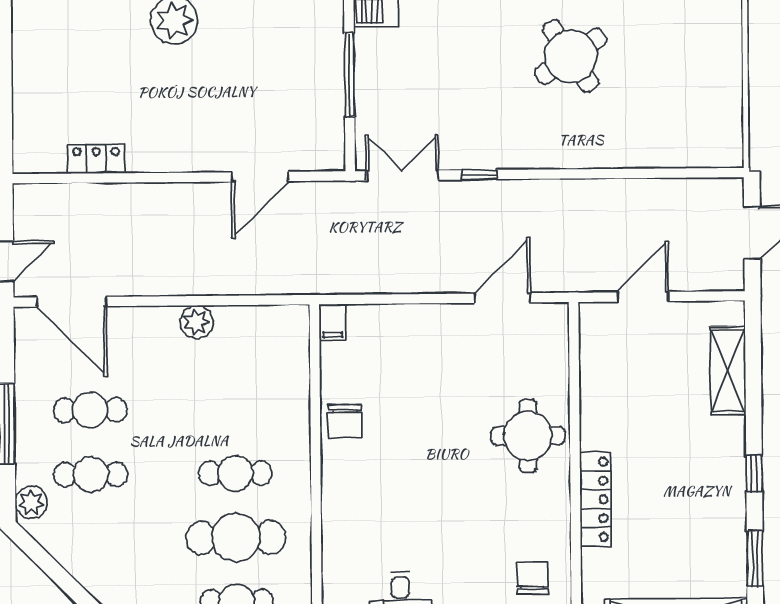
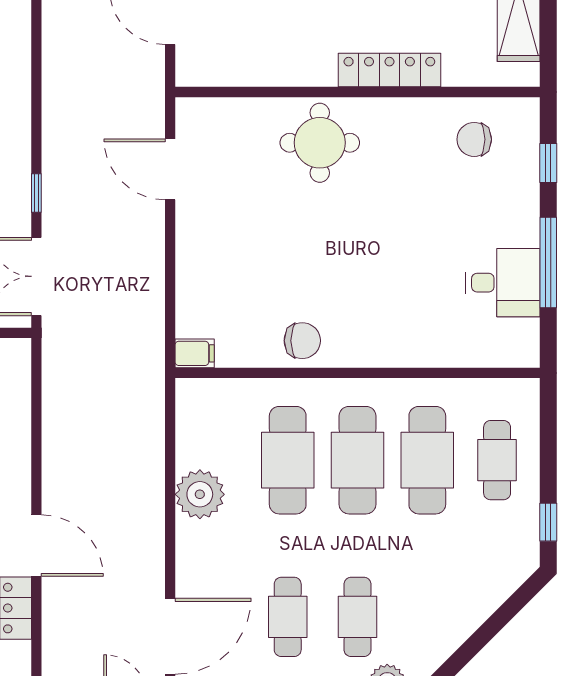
door: (260, 177) -> (36, 546), moved
plant: (197, 322) -> (200, 494), width x1.36, depth x1.36
cafe table: (235, 409) -> (288, 460), added
cafe table: (235, 473) -> (357, 460), width x1.37, depth x1.35

